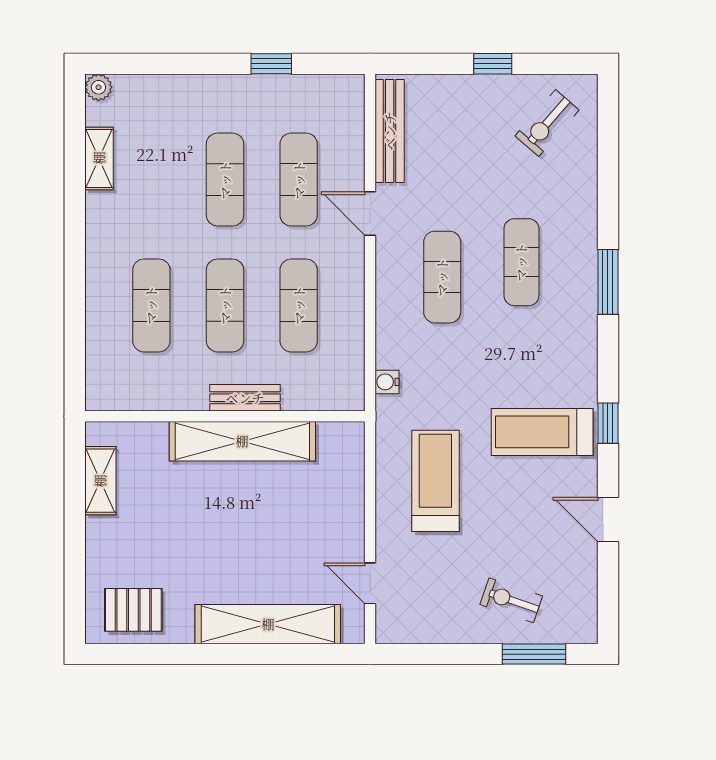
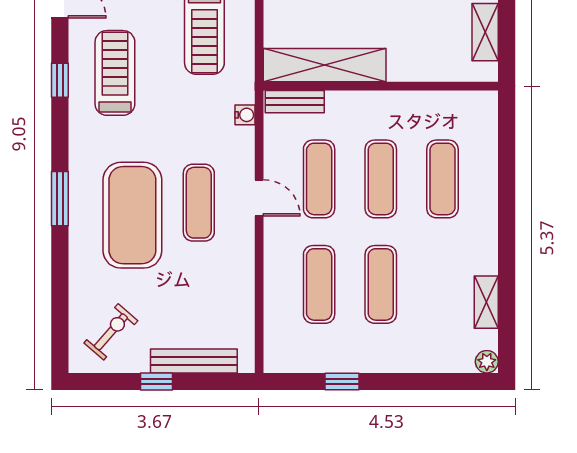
bench: (390, 131) -> (194, 361), moved, turned 90
door: (370, 214) -> (259, 198), moved
exercise mat: (521, 262) -> (132, 215), width x2.00, depth x1.45
bench: (245, 398) -> (295, 102), moved
treadmill: (542, 432) -> (115, 73), turned -90
shelving: (242, 441) -> (325, 65), moved

